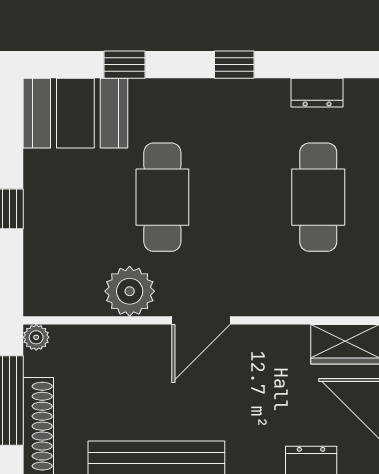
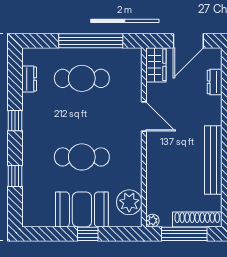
booth: (75, 113) -> (82, 209), moved, turned 90
plant: (130, 291) -> (129, 202), moved
door: (201, 320) -> (144, 116), moved

